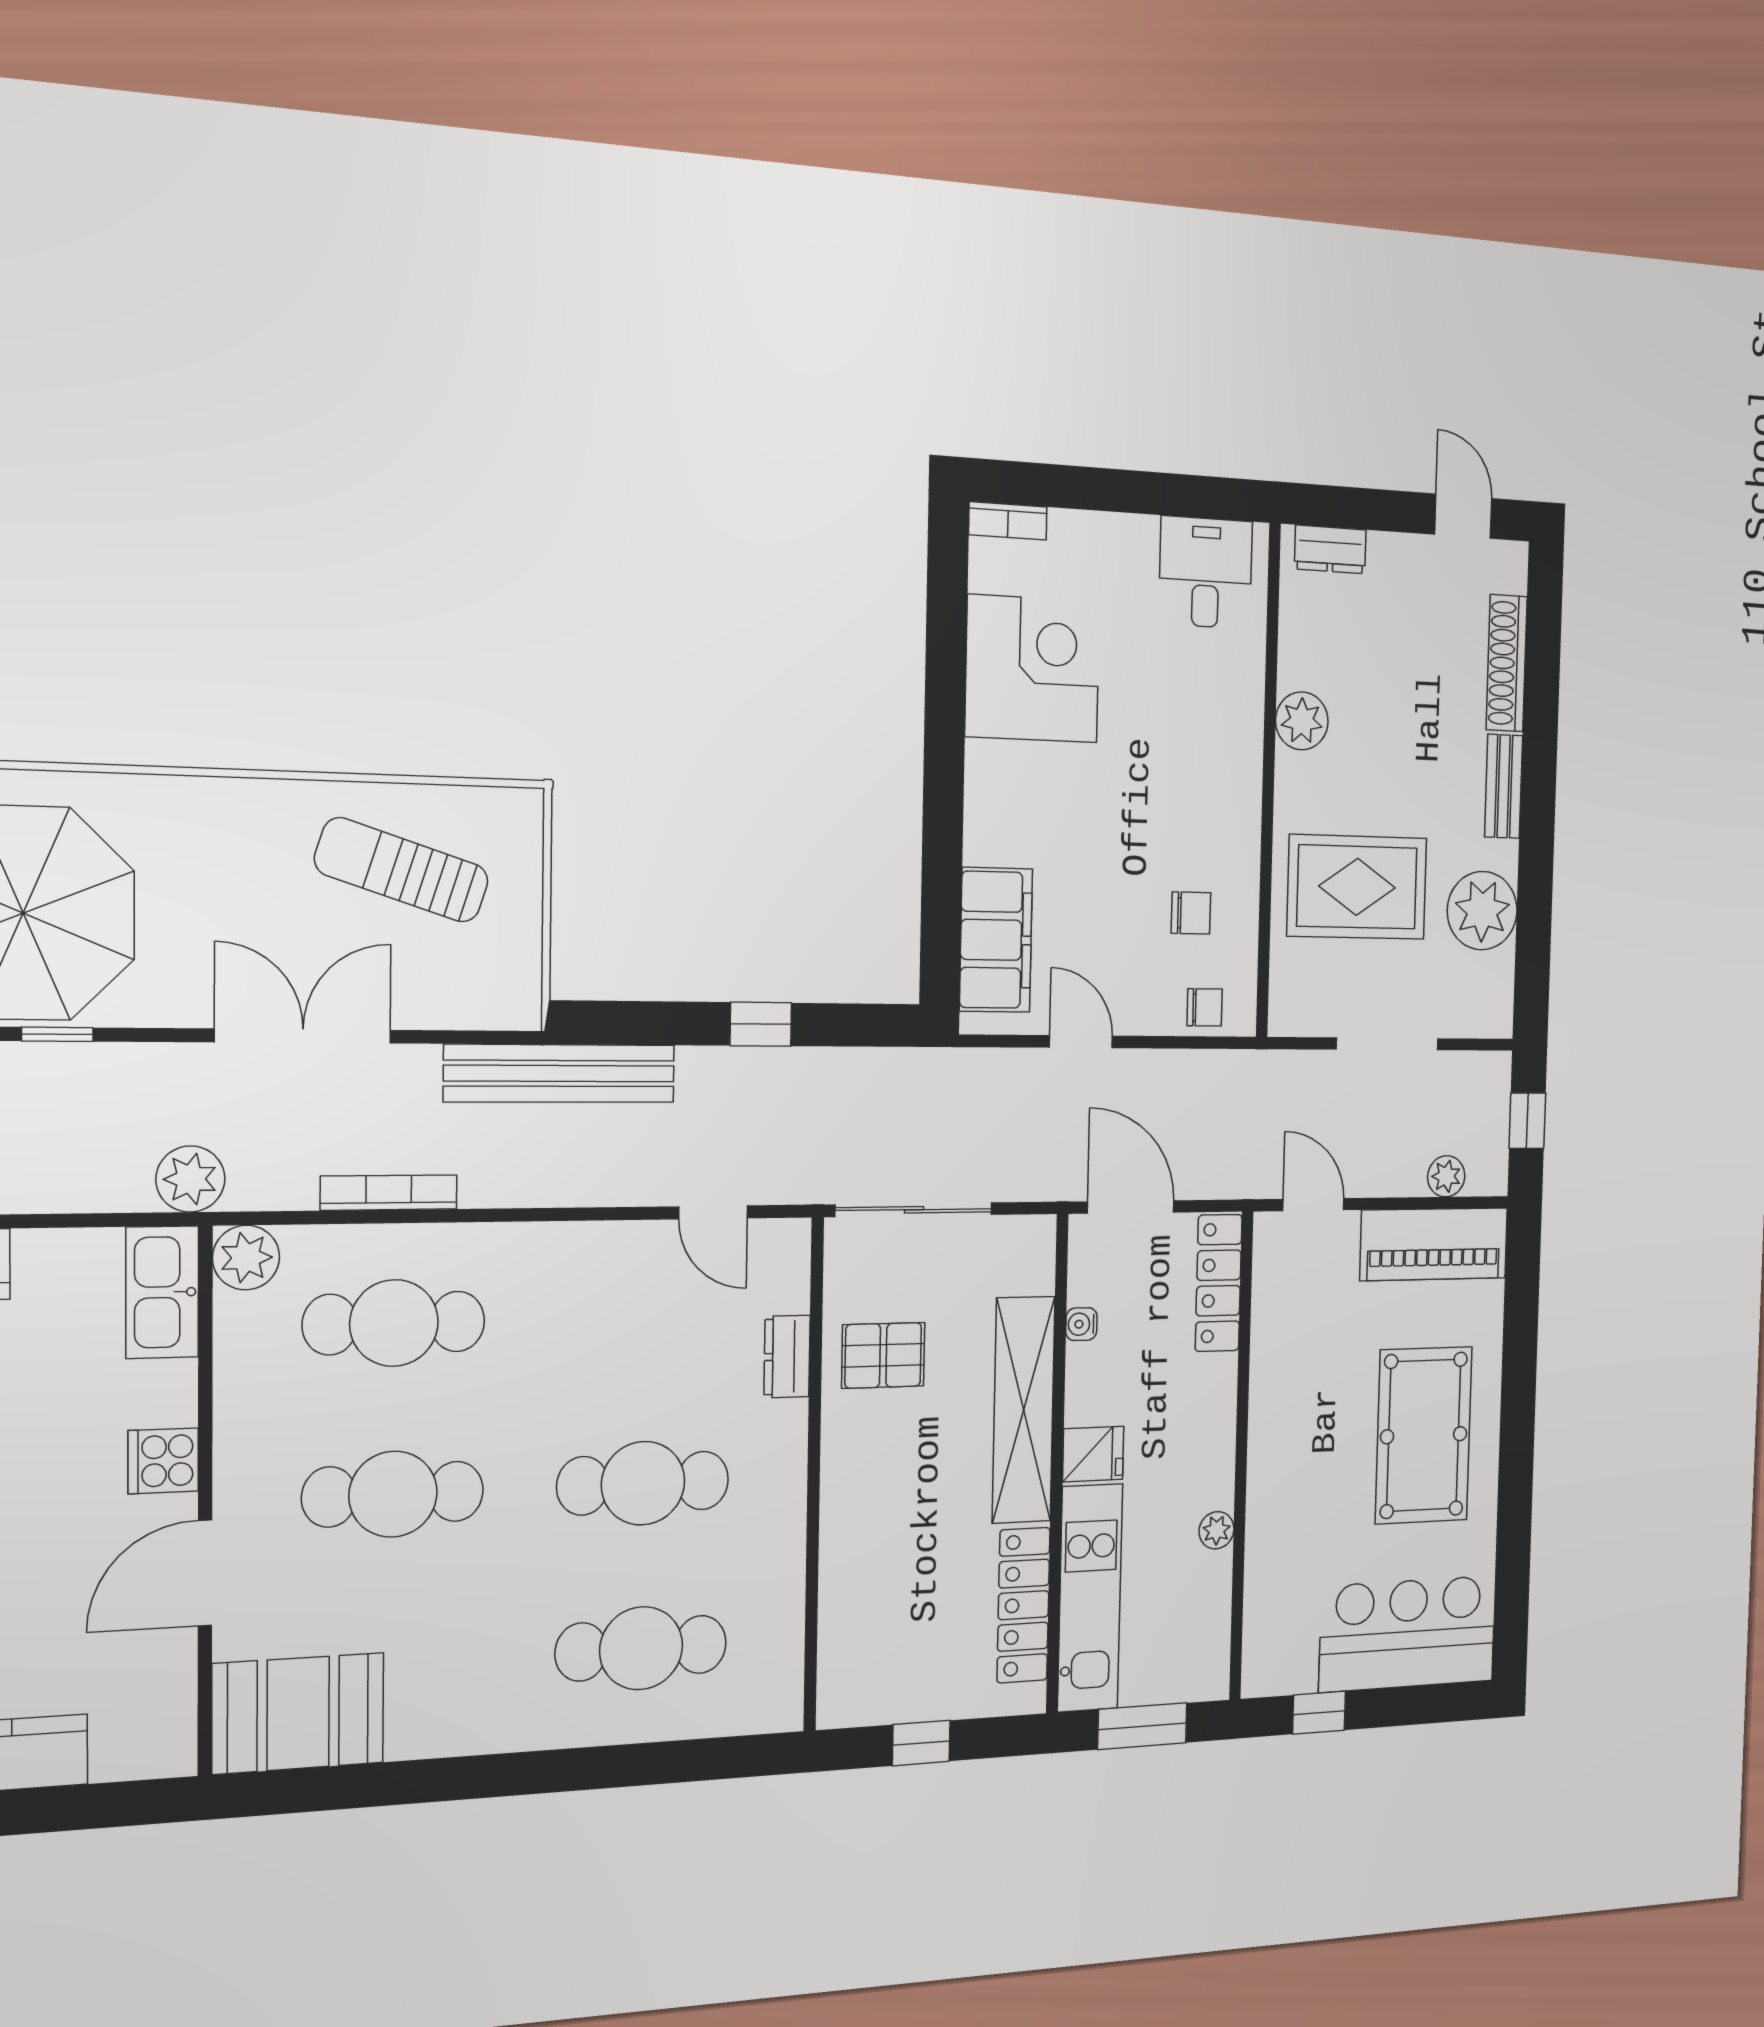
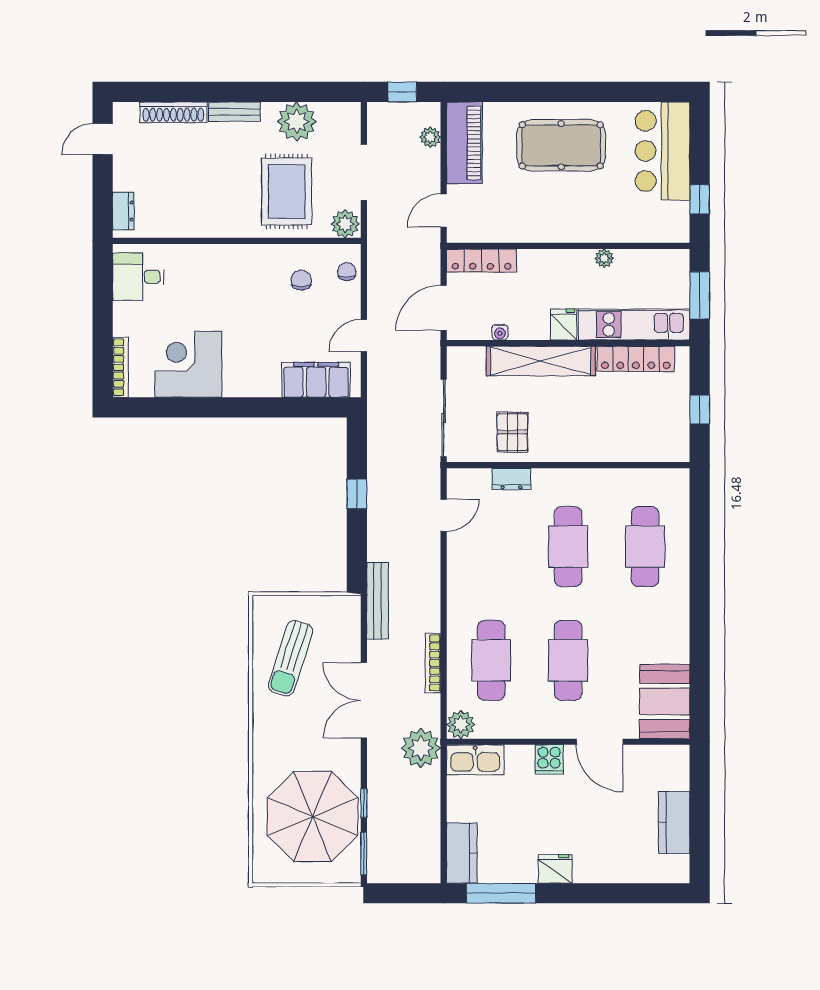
bookcase: (1008, 521) -> (120, 367), width x1.56
plant: (1302, 721) -> (345, 224), moved
bench: (560, 1073) -> (378, 601), width x0.73, depth x0.82
plant: (190, 1179) -> (421, 748), width x1.36, depth x1.36

